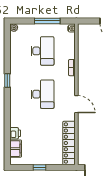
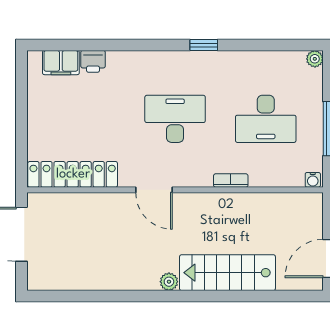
desk: (42, 94) -> (175, 119), turned 180
door: (76, 104) -> (154, 190), hinge flipped
window: (39, 167) -> (22, 113), removed

